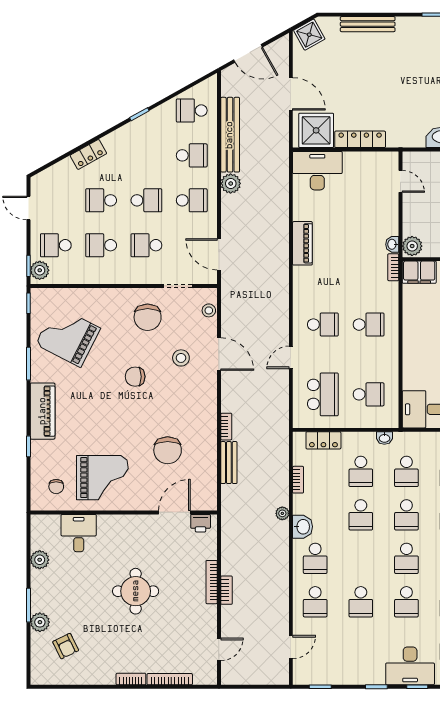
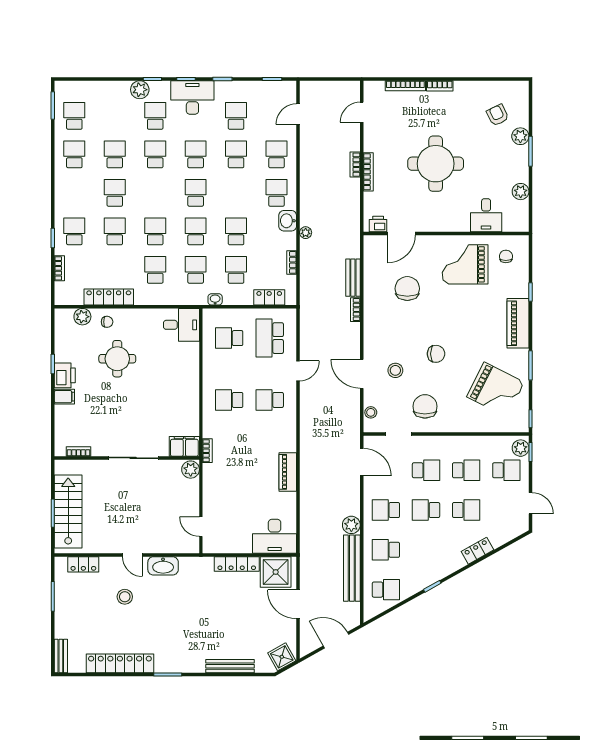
washbasin: (392, 244) -> (208, 471), removed
round table: (136, 591) -> (436, 164), width x1.36, depth x1.36
school desk: (361, 645) -> (236, 116), added

